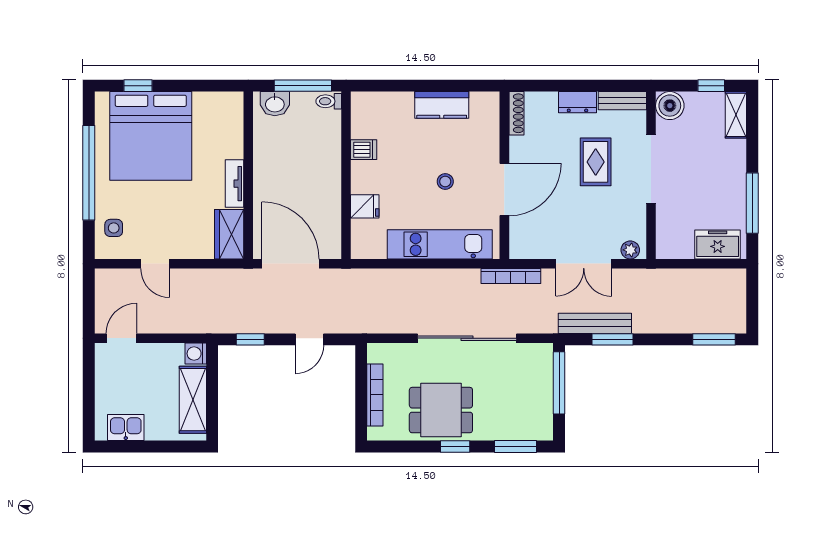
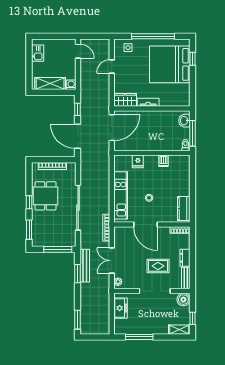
kitchen counter: (442, 105) -> (184, 209), moved
freezer: (718, 244) -> (121, 308), moved
door: (309, 339) -> (78, 136), width x1.87

